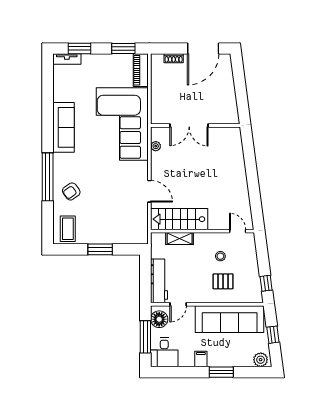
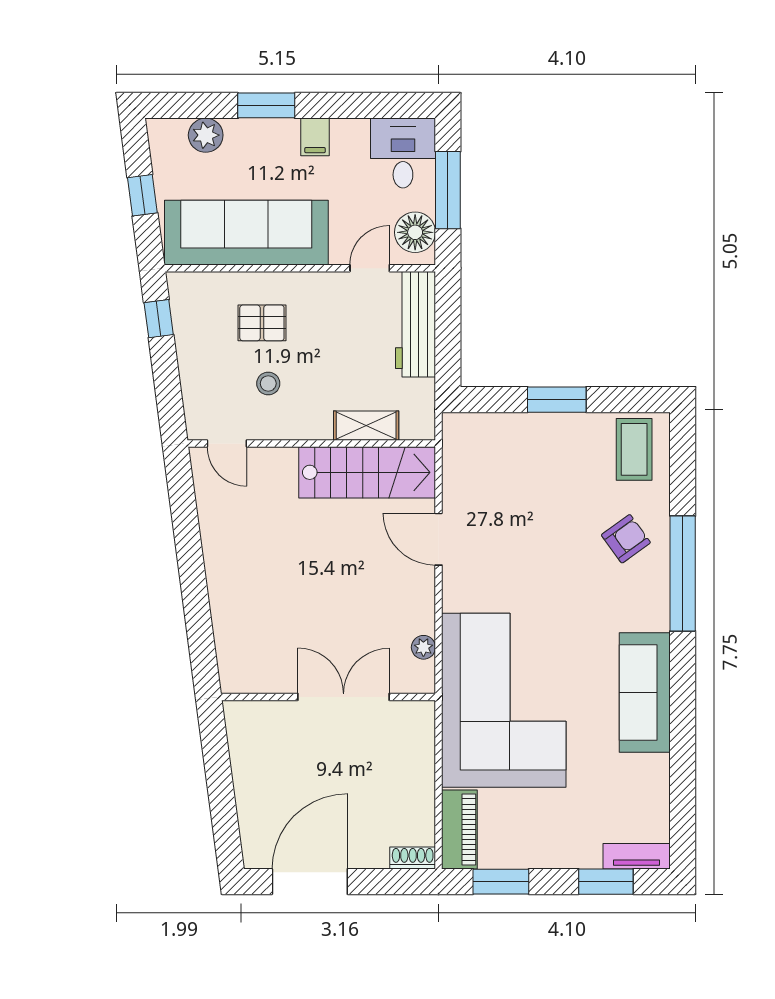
shoe rack: (174, 58) -> (413, 858), moved
plant: (261, 360) -> (206, 135), moved

